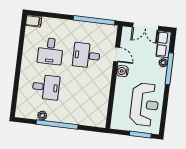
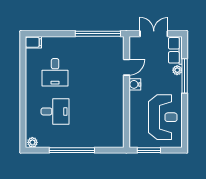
double door: (146, 27) -> (154, 34), swing flipped
door: (117, 54) -> (126, 67), hinge flipped
desk: (86, 55) -> (94, 72), removed
plant: (42, 116) -> (32, 142), moved
window: (140, 135) -> (149, 150), moved

